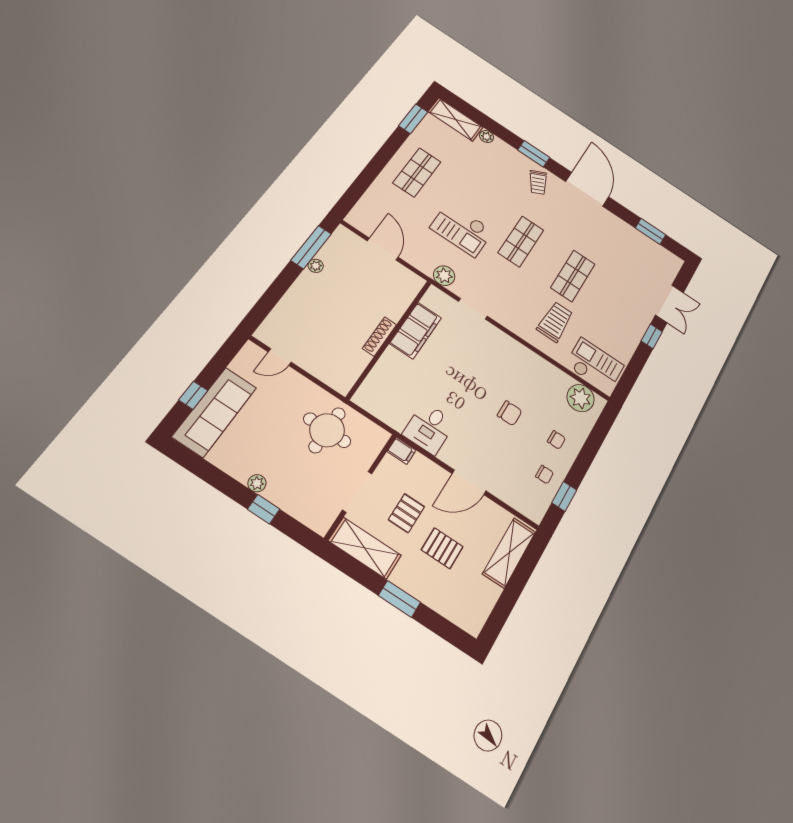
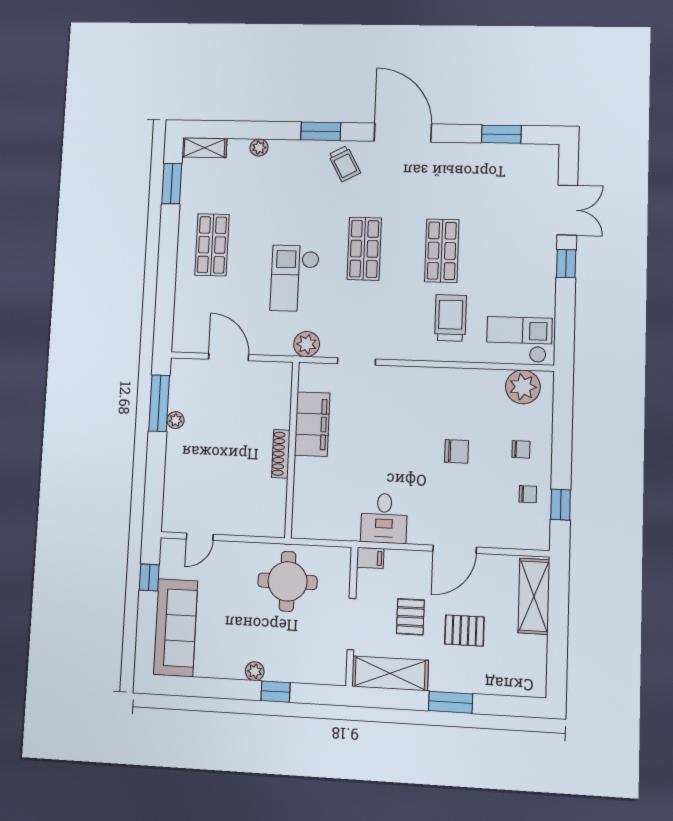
shelving: (456, 119) -> (204, 148), width x0.67, depth x0.75
checkout: (462, 229) -> (295, 278), turned 90
window: (193, 395) -> (149, 578), moved

